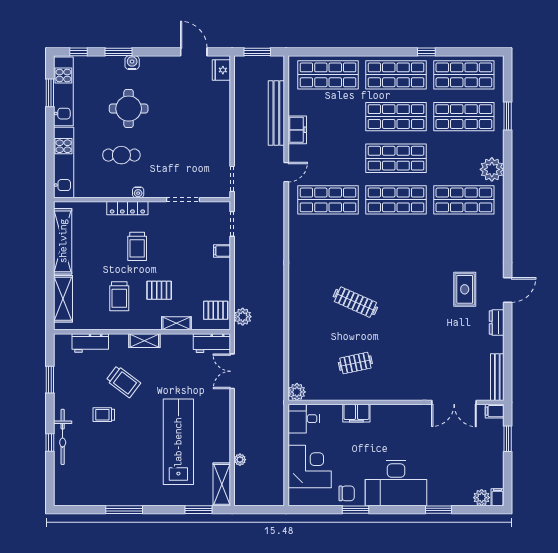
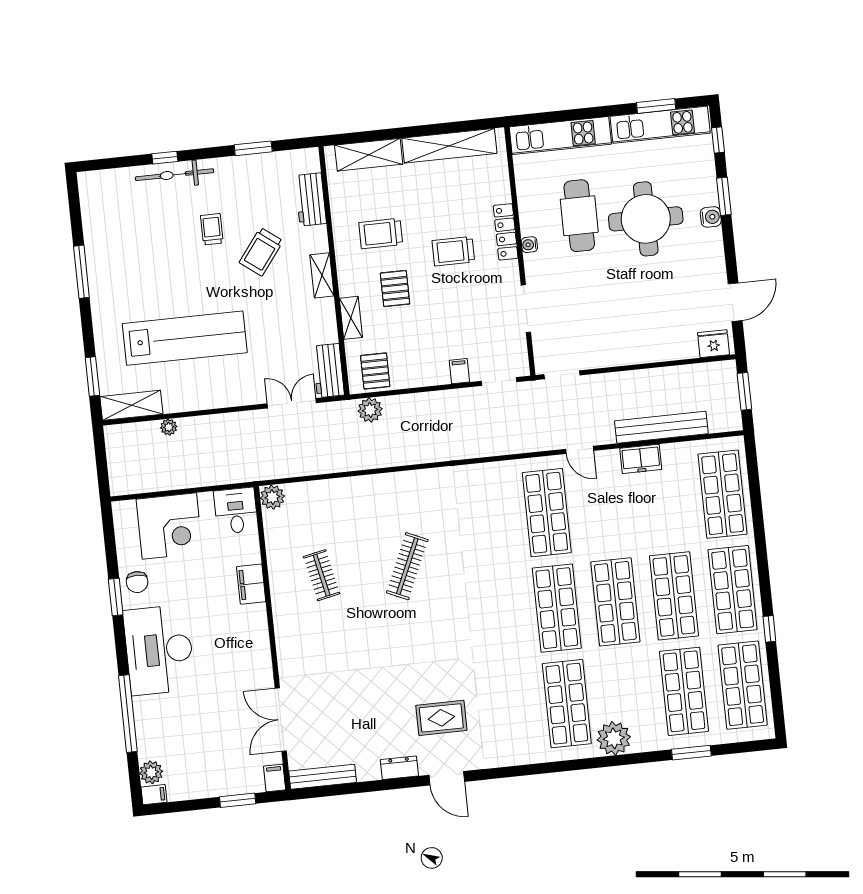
round table: (129, 109) -> (646, 219), width x1.36, depth x1.36
cafe table: (121, 155) -> (579, 216), width x1.37, depth x1.35
window: (438, 510) -> (128, 714), width x2.11

